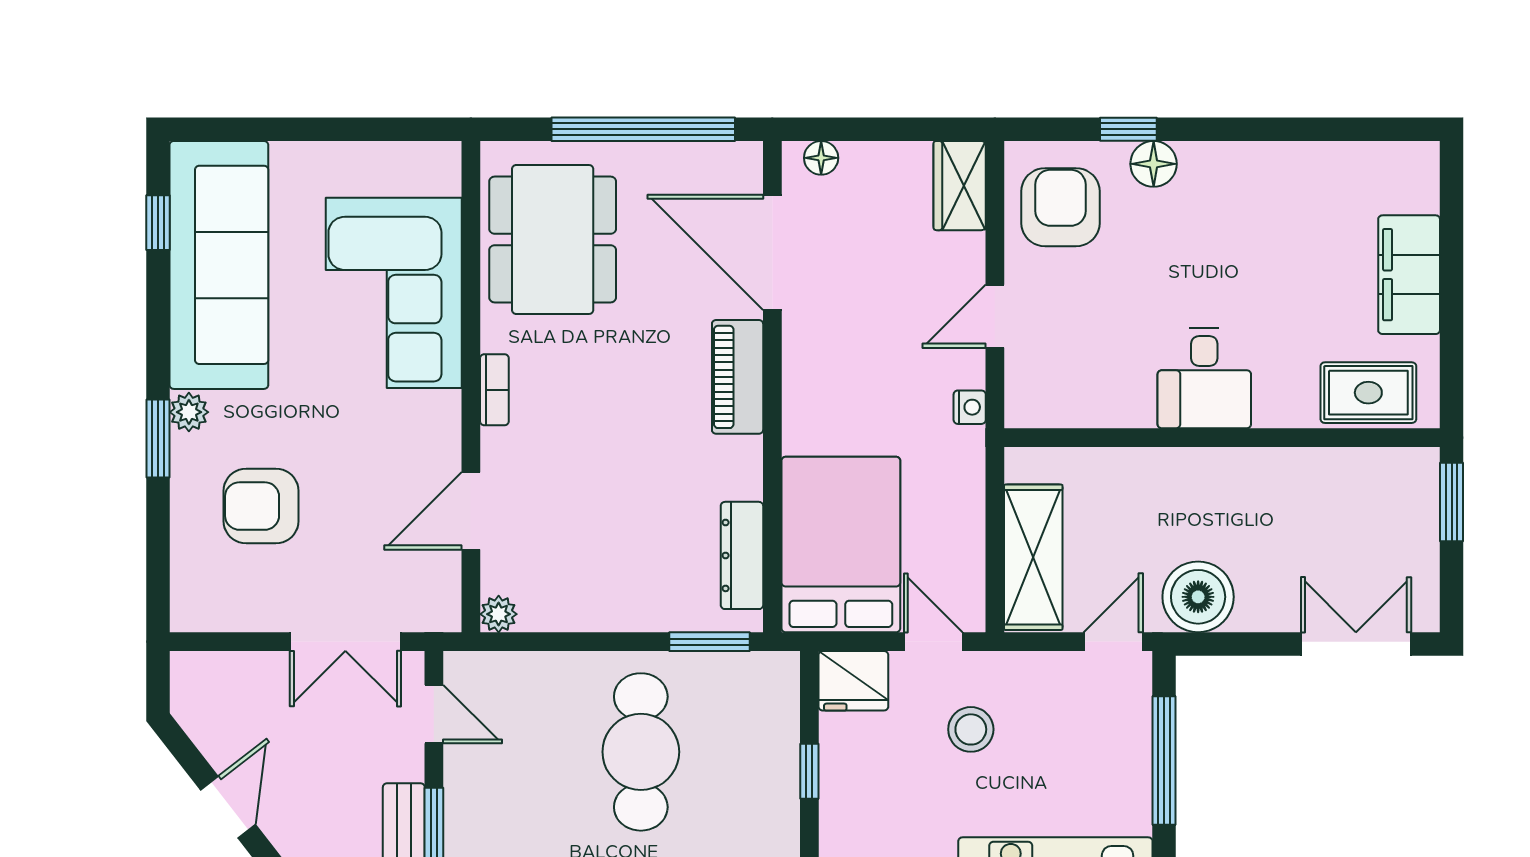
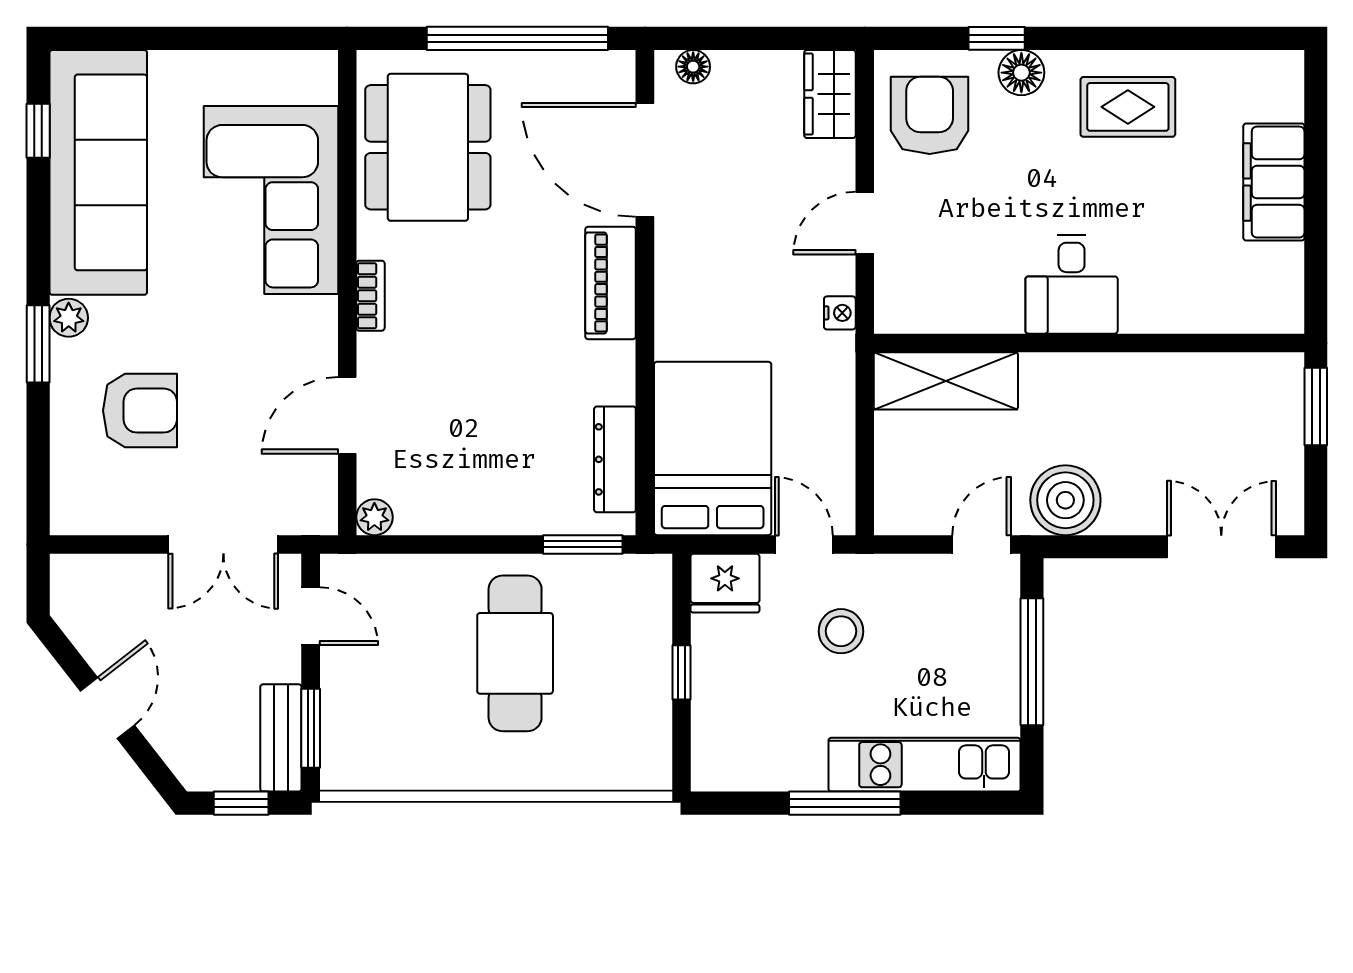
rug: (1368, 393) -> (1128, 107), moved
armchair: (261, 506) -> (140, 411), turned 180
shelving: (1033, 557) -> (946, 381), moved, turned 90

